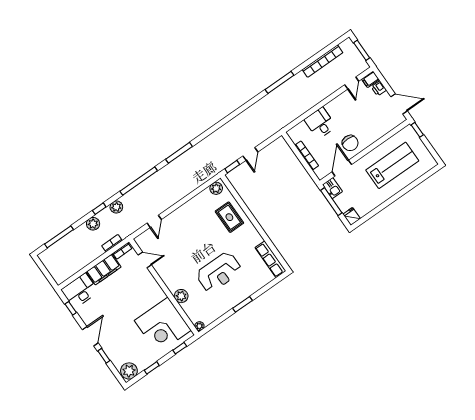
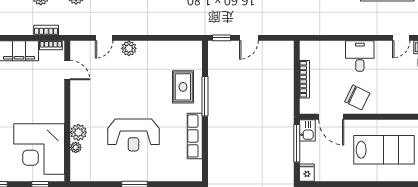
desk: (320, 123) -> (360, 56), moved
chair: (350, 143) -> (357, 97), turned -64
door: (342, 168) -> (331, 117), swing flipped
plant: (216, 188) -> (129, 48), moved
window: (248, 213) -> (205, 96), added
row of seats: (270, 259) -> (195, 136), moved
plant: (199, 326) -> (76, 147), moved

